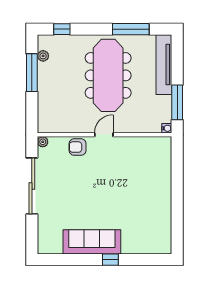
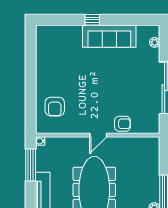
plant: (43, 142) -> (155, 42), moved
armchair: (151, 166) -> (55, 107), added

